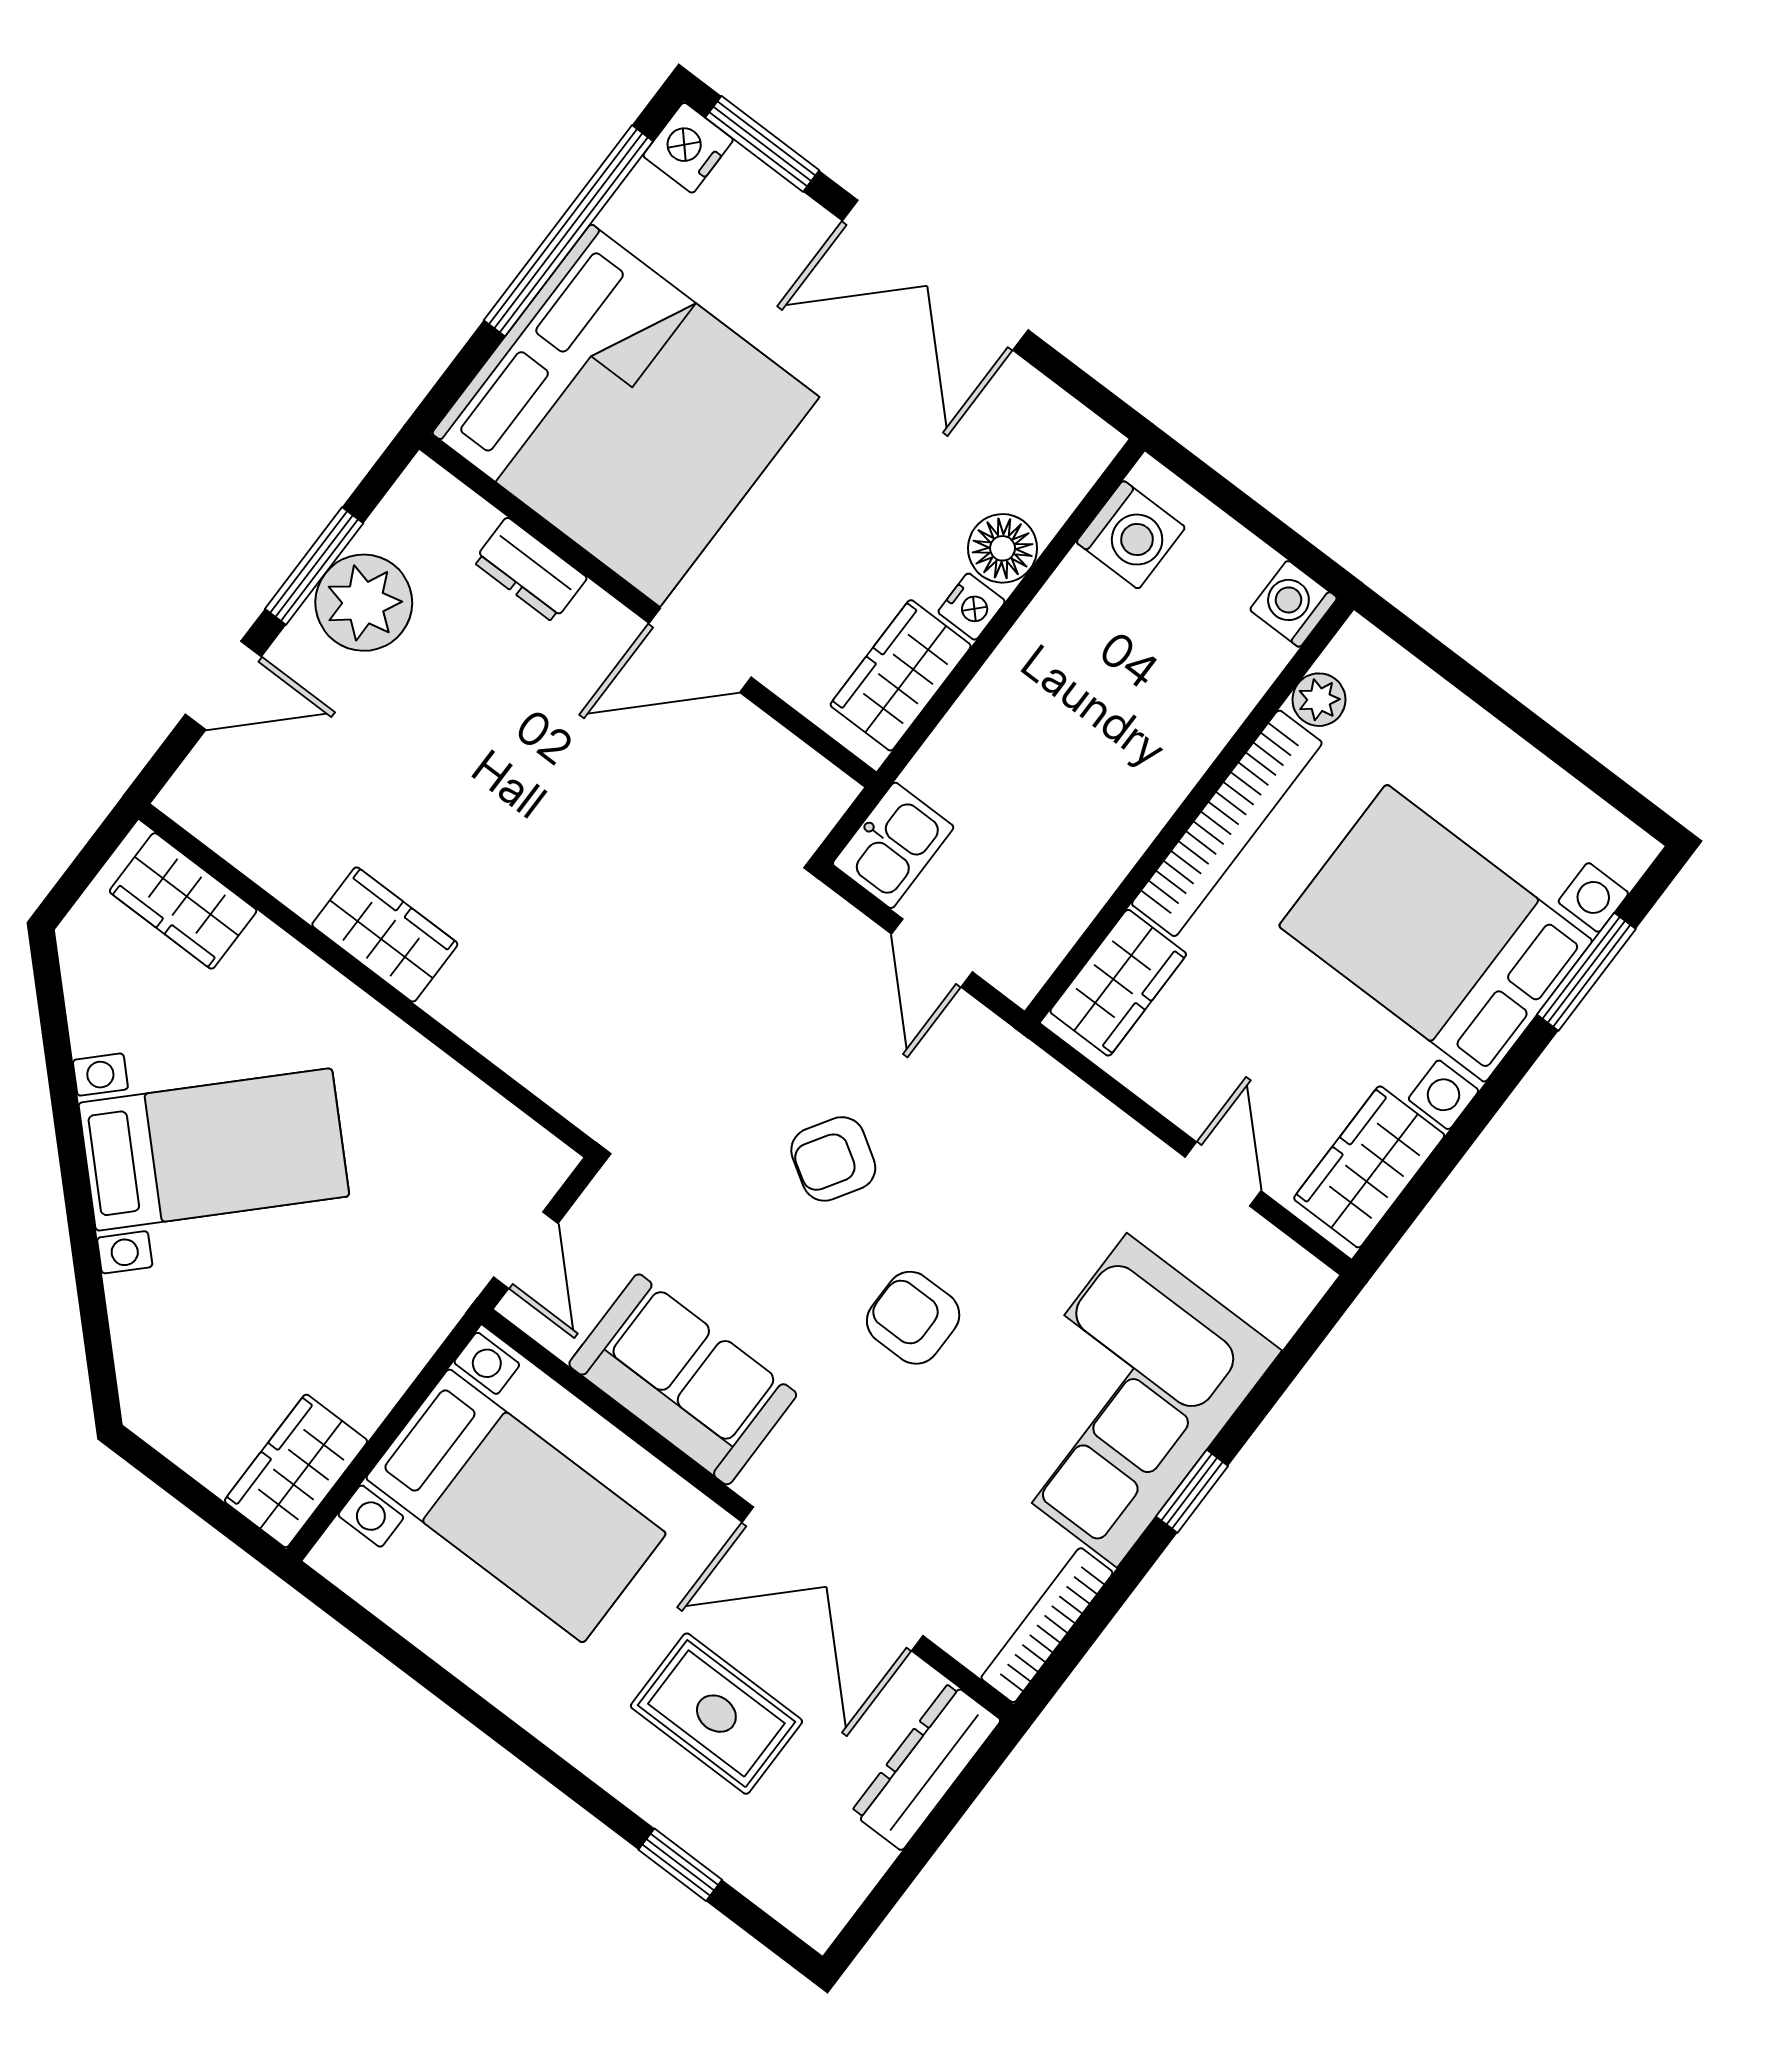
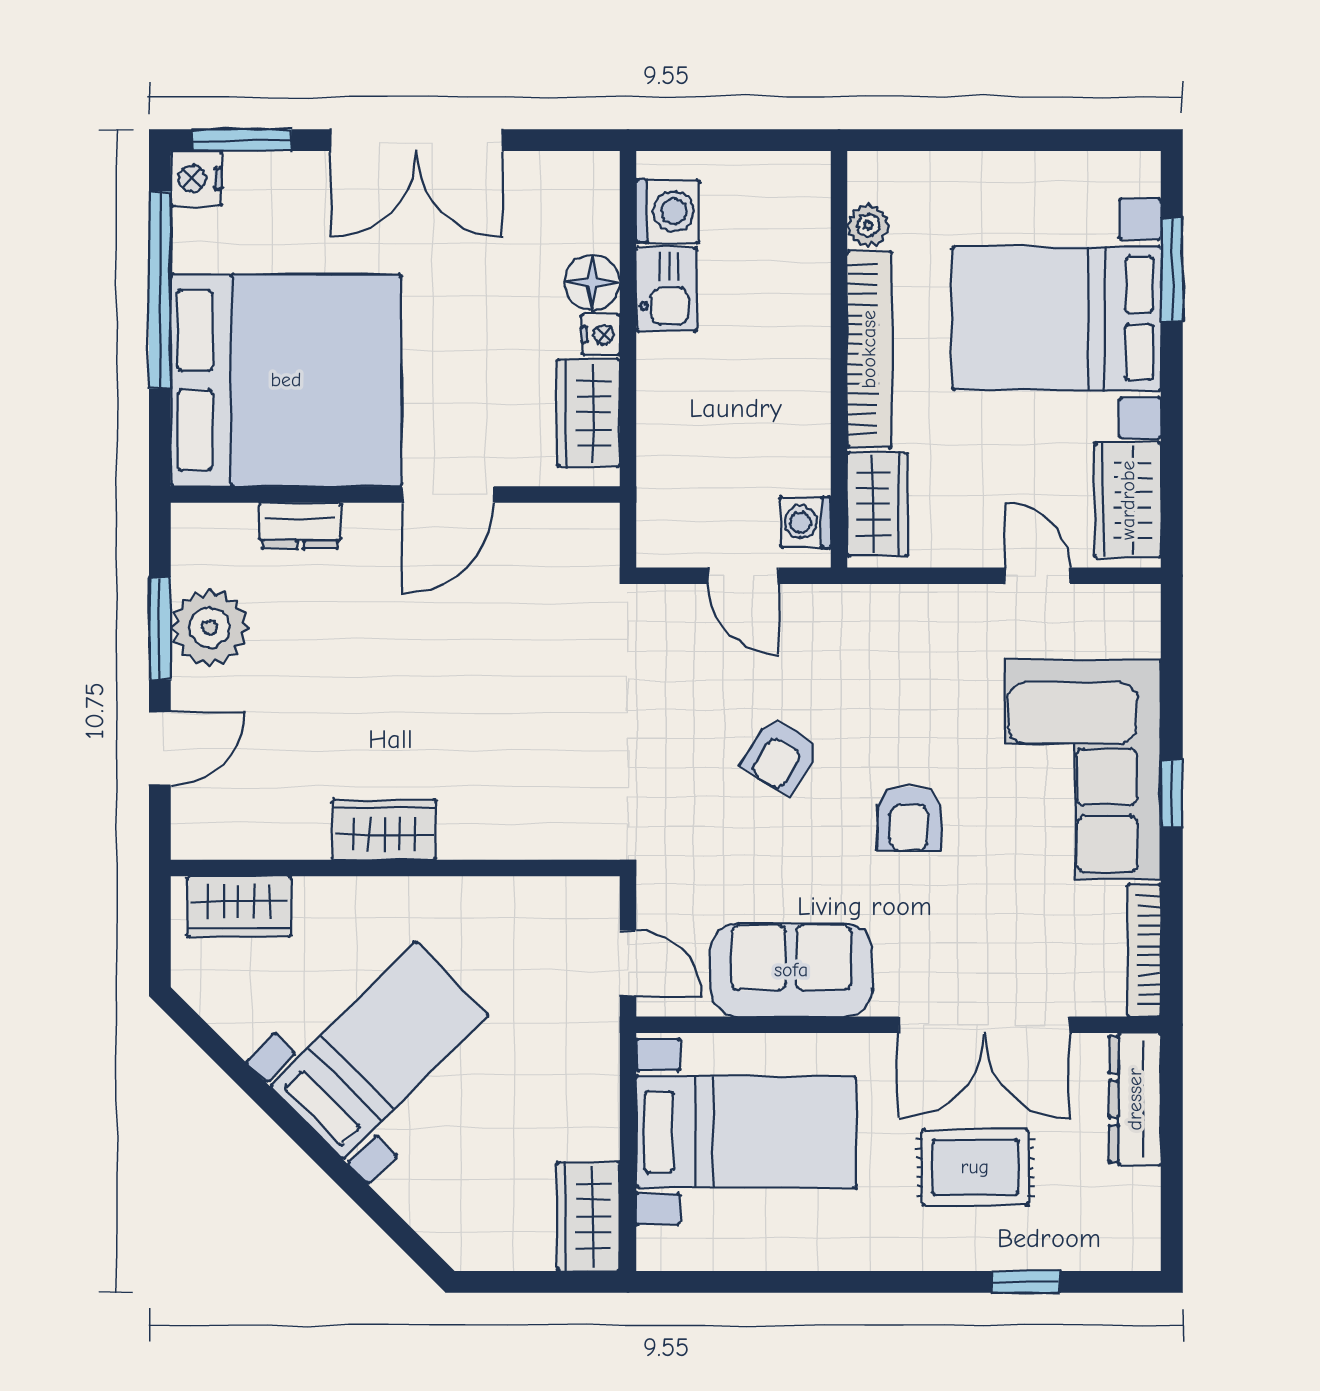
washing machine: (1294, 604) -> (805, 522), moved
kitchen sink: (893, 845) -> (666, 289), moved
armchair: (913, 1318) -> (909, 818), turned -90

